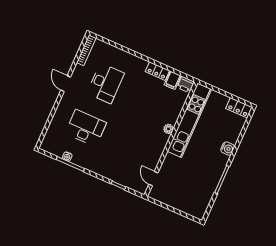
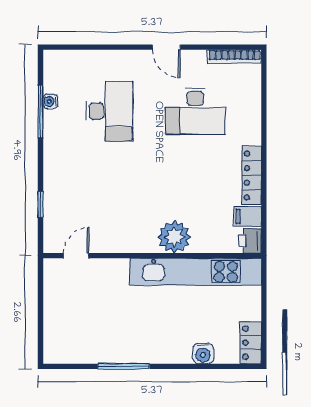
locker: (157, 71) -> (252, 175), width x1.53
door: (66, 84) -> (166, 47), swing flipped
plant: (168, 129) -> (174, 237), width x1.88, depth x1.88
water cooler: (228, 149) -> (203, 353), moved

